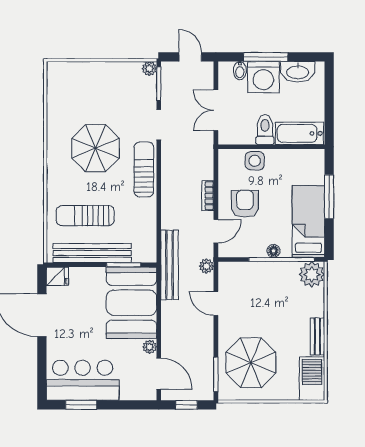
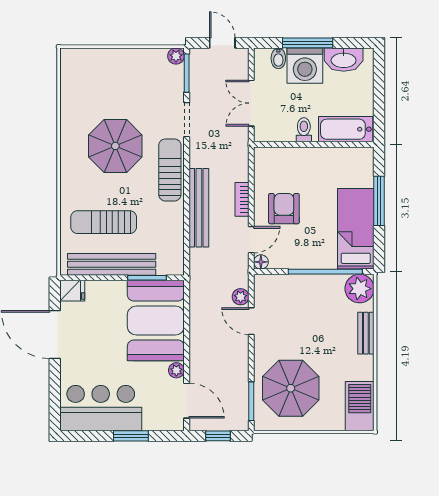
toilet: (265, 130) -> (304, 130), width x0.73, depth x0.72
side table: (255, 161) -> (295, 160), removed
floor lamp: (274, 251) -> (261, 262), moved
bench: (169, 265) -> (199, 208), moved
plant: (206, 266) -> (241, 297), moved
bench: (317, 337) -> (366, 333), moved
window: (81, 405) -> (131, 436), moved

